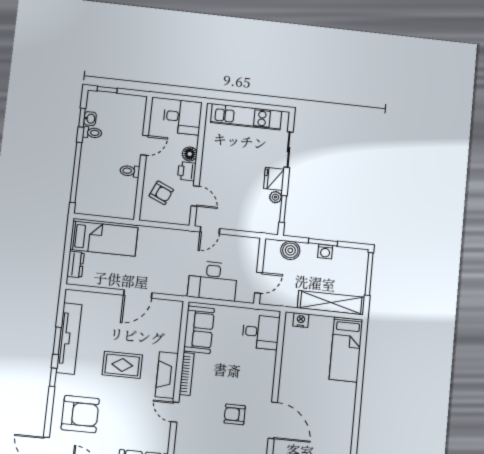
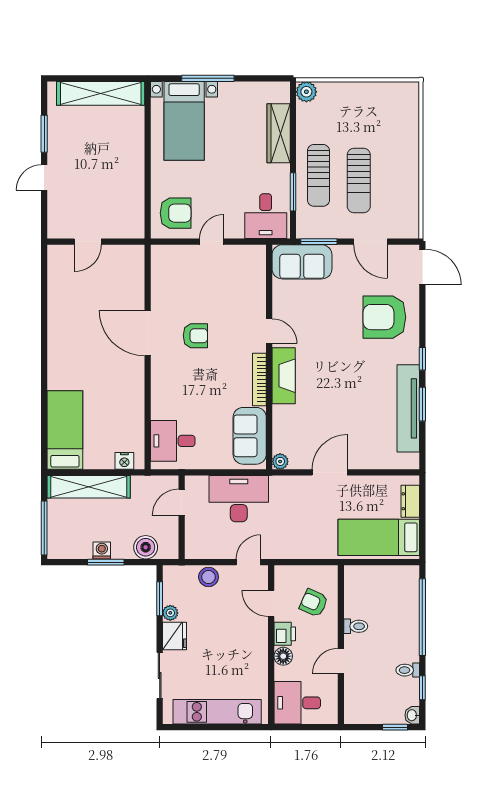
washbasin: (90, 119) -> (412, 715), moved
stool: (243, 222) -> (209, 577), added
plant: (177, 307) -> (280, 461), added
rug: (122, 365) -> (340, 383), removed

